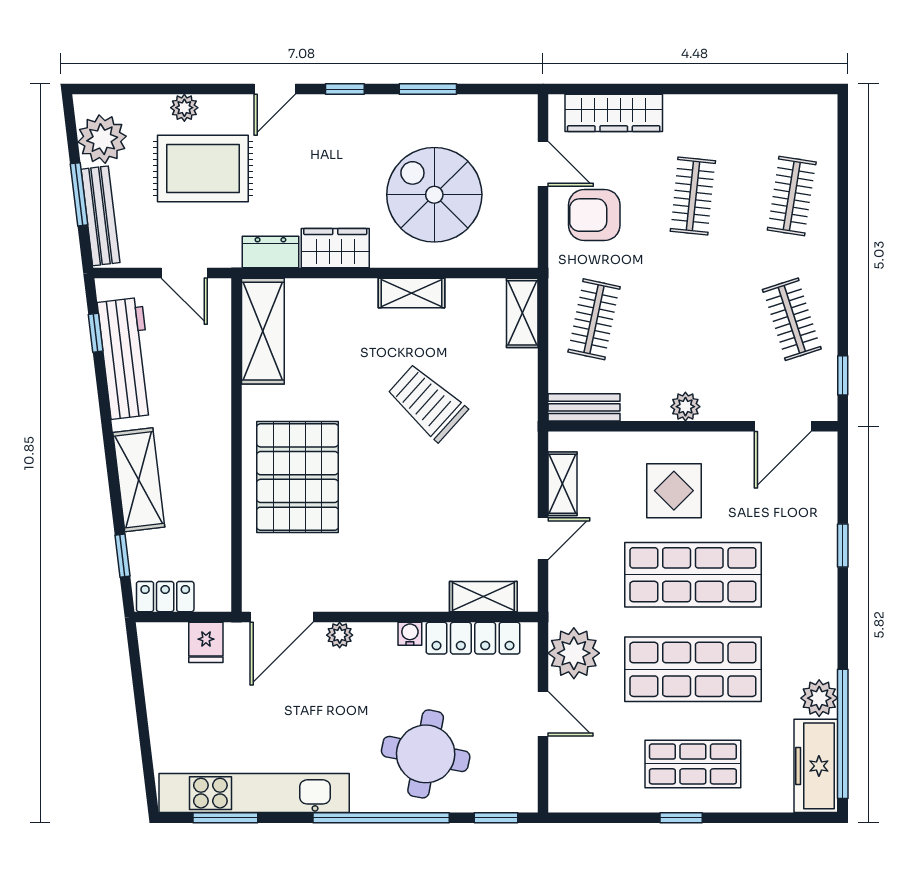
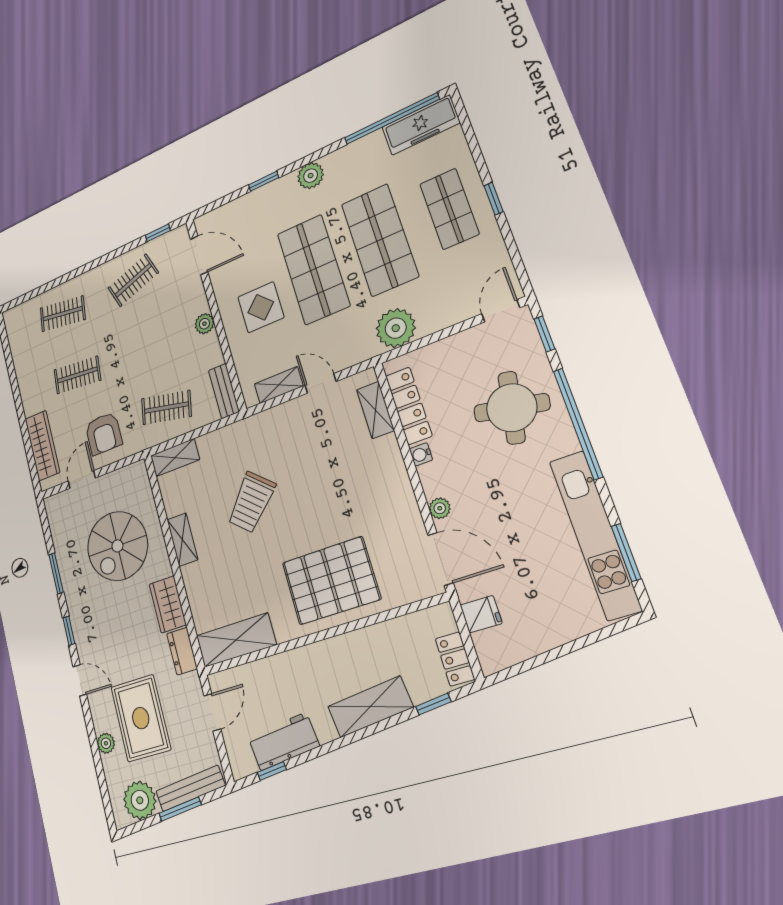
workbench: (126, 358) -> (283, 741), width x0.73
plant: (819, 698) -> (311, 176), moved
door: (543, 714) -> (501, 311), moved

